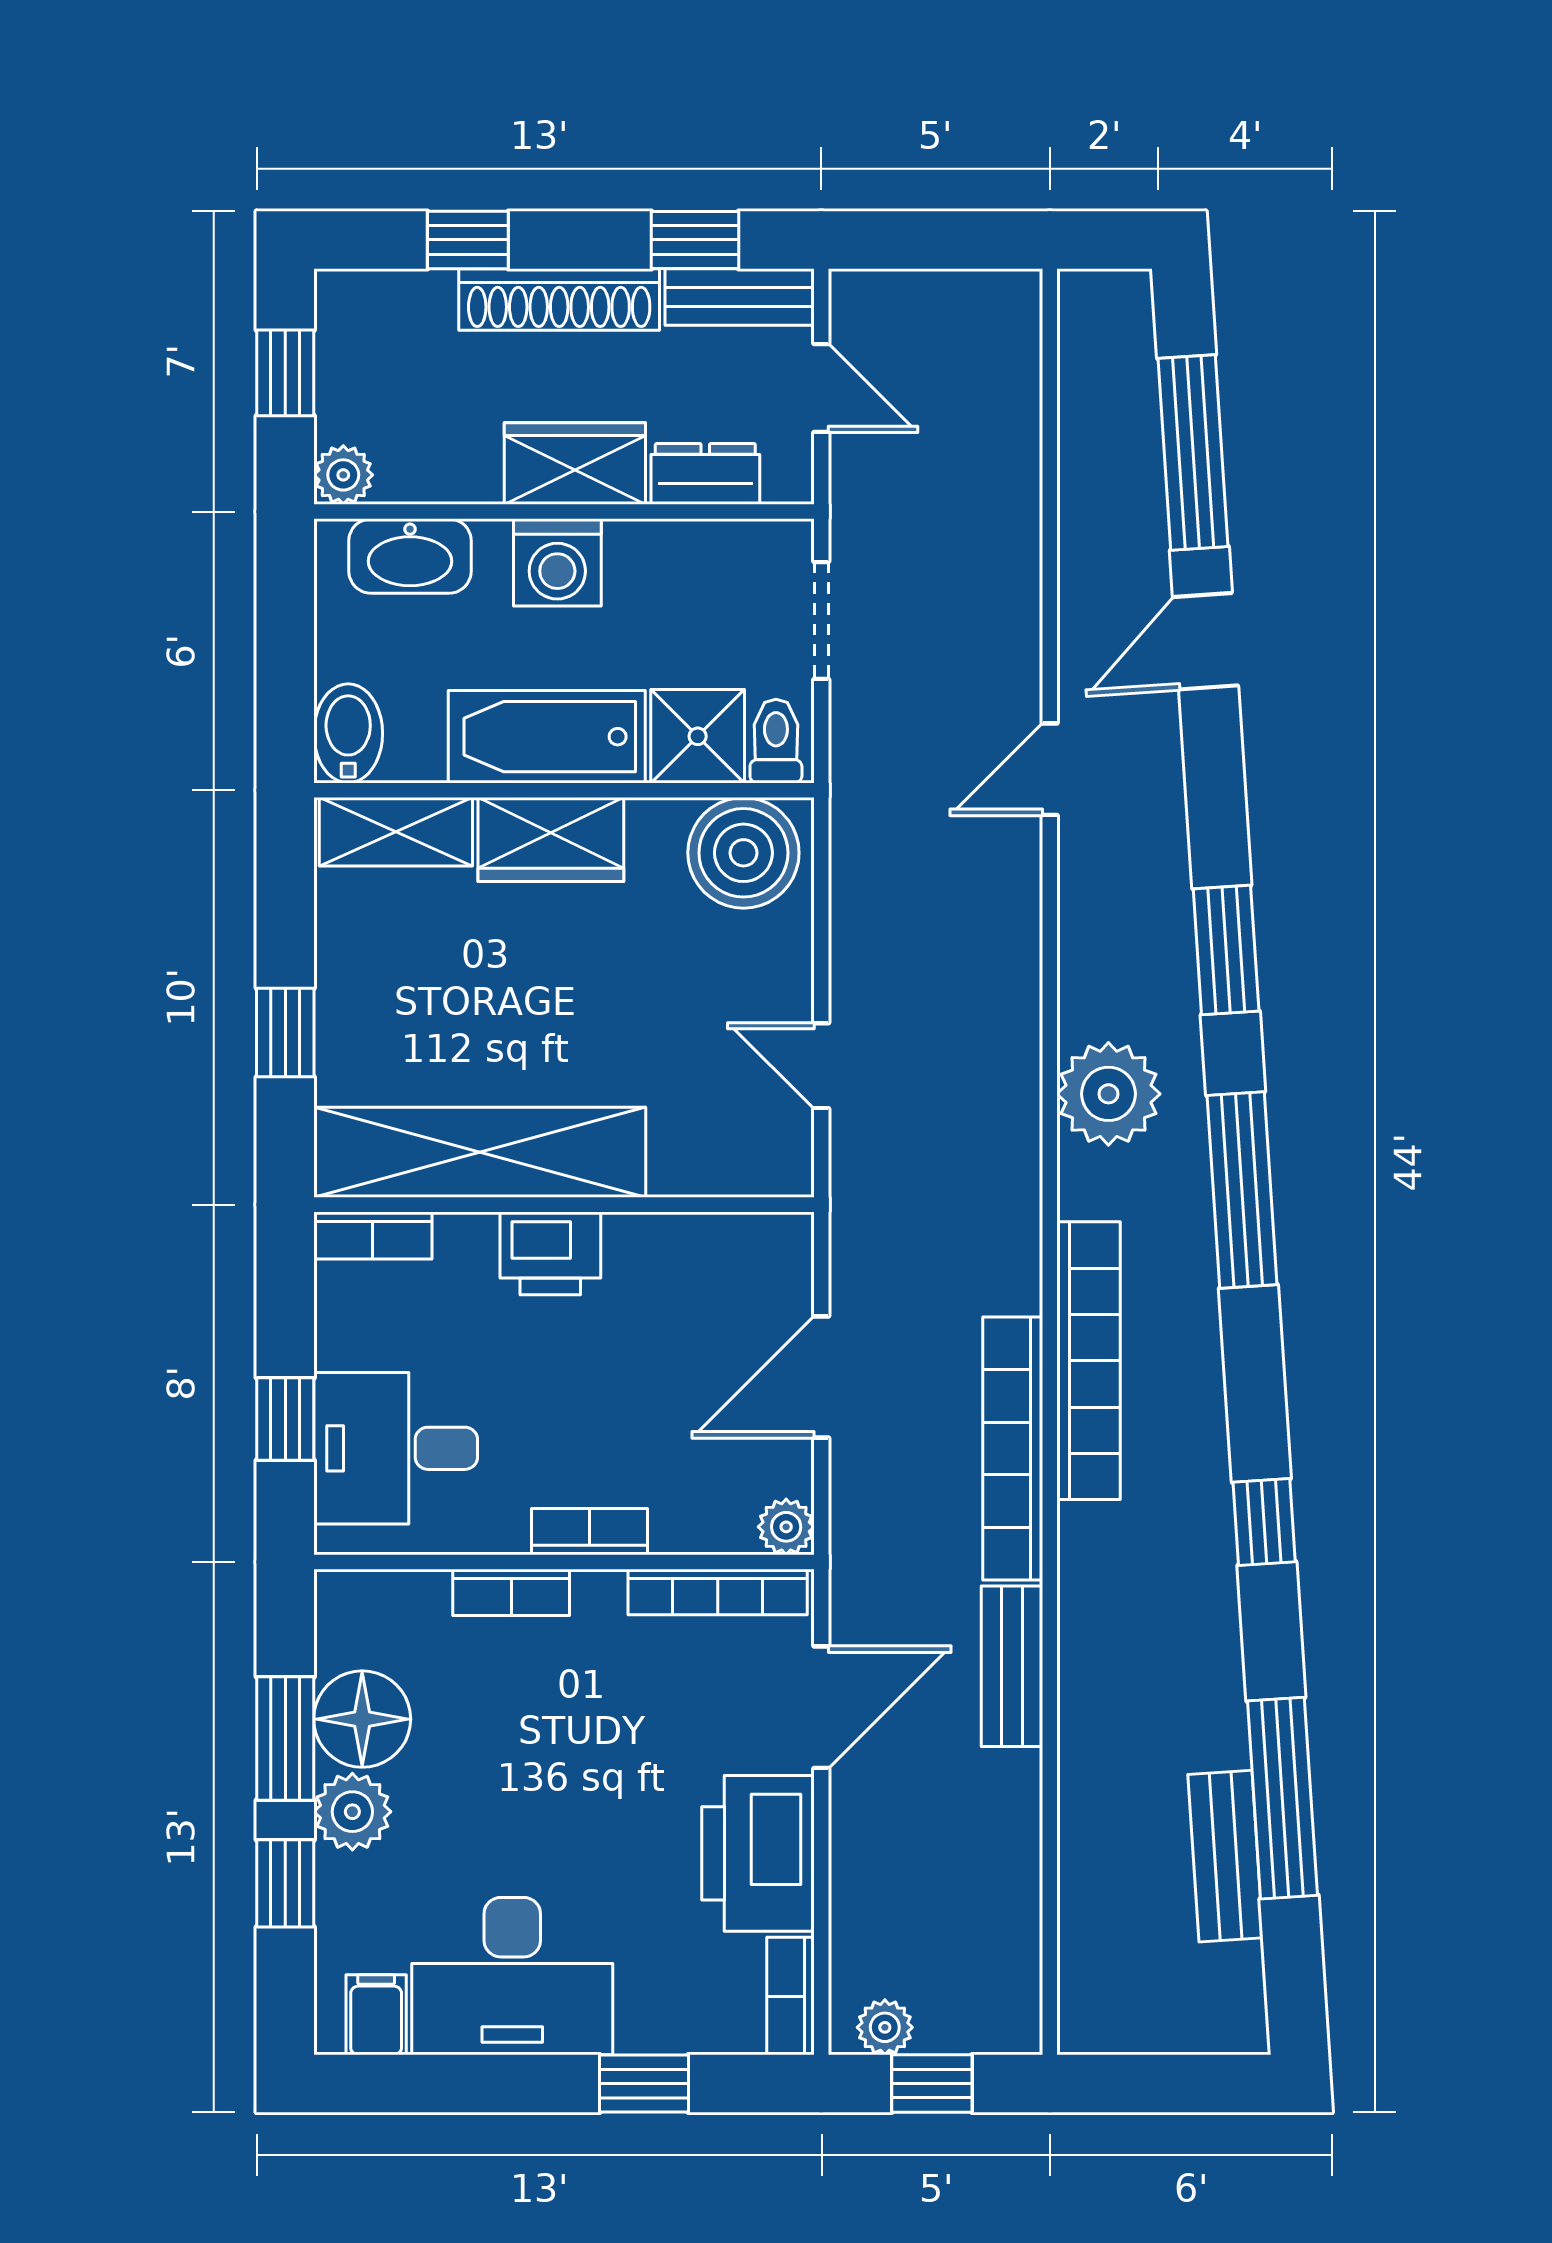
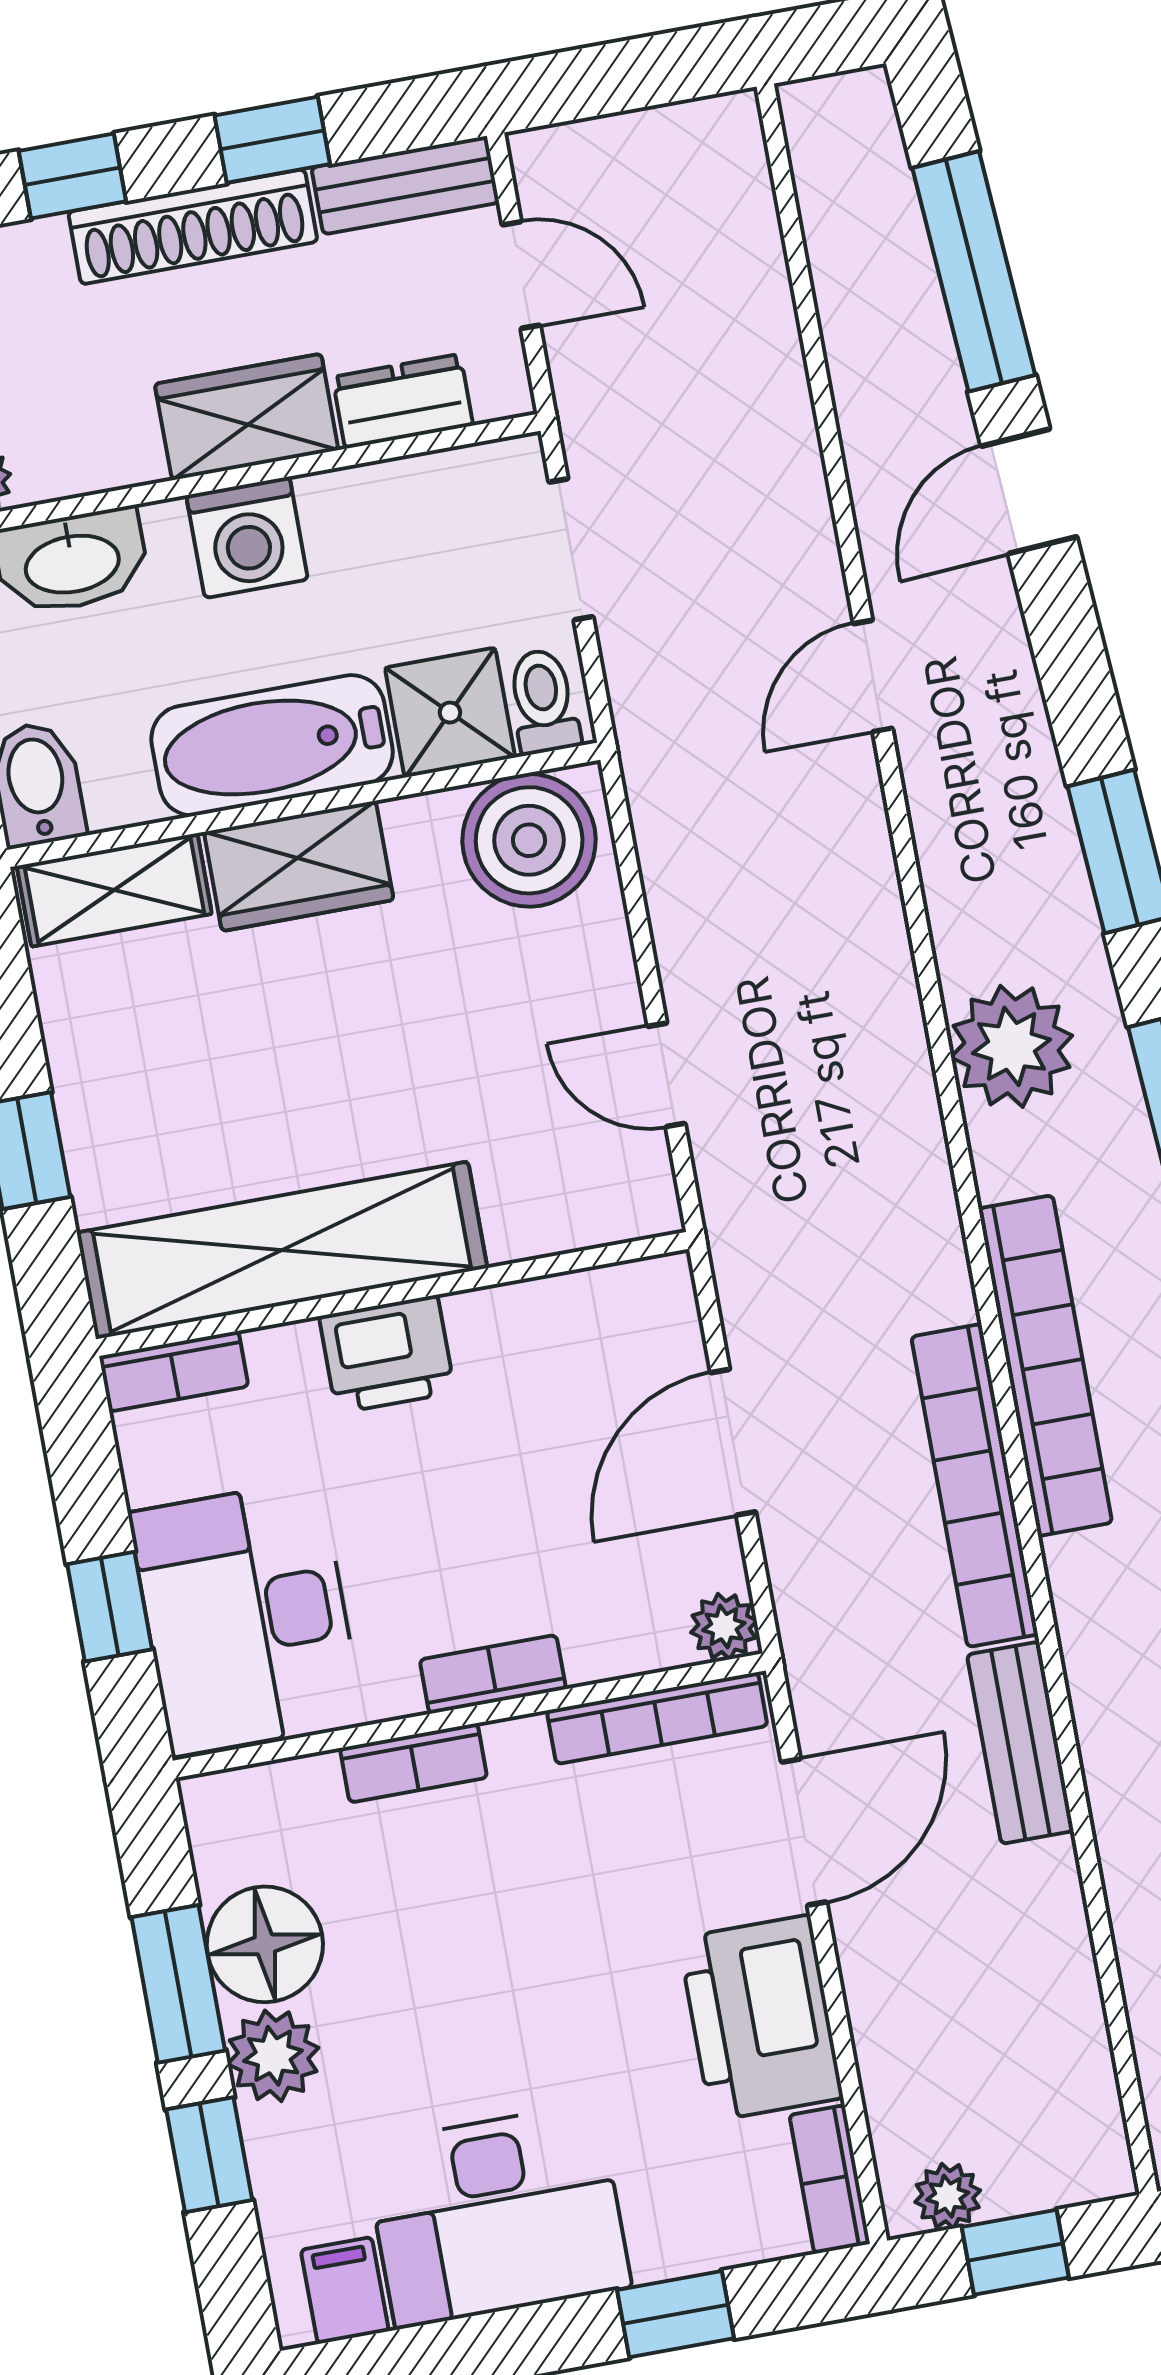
window: (695, 240) -> (272, 140), moved
desk: (396, 1448) -> (246, 1618), width x1.37

